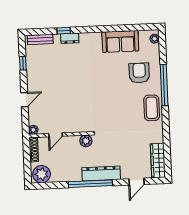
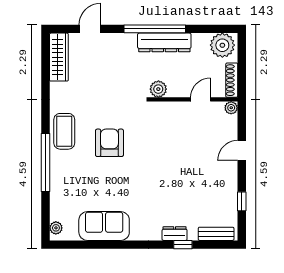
armchair: (139, 73) -> (109, 143), moved, turned 180
dresser: (101, 174) -> (164, 42), moved

